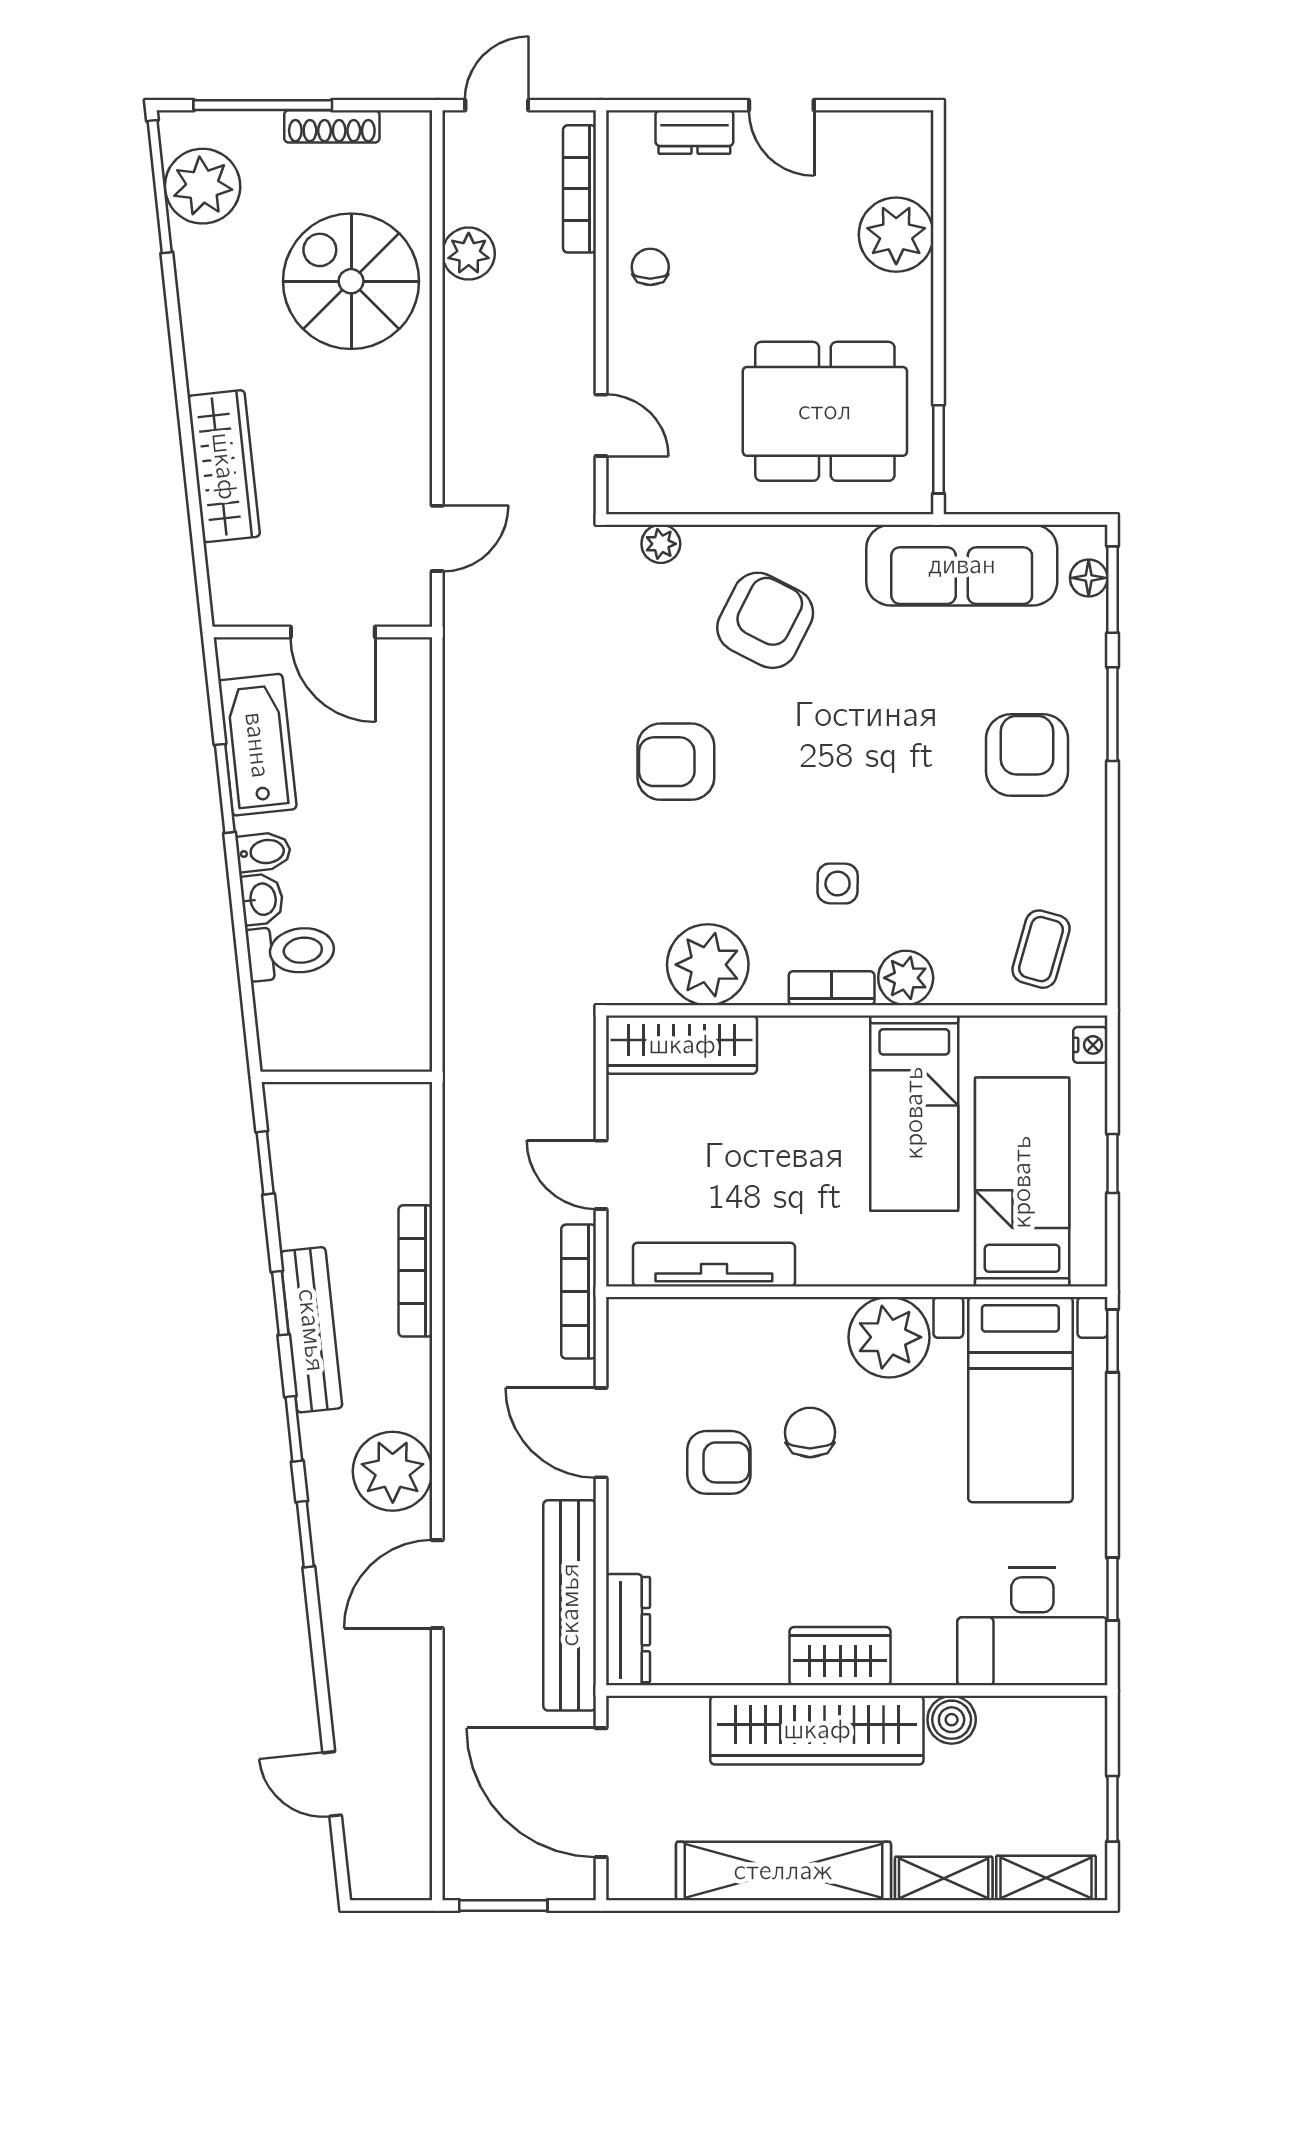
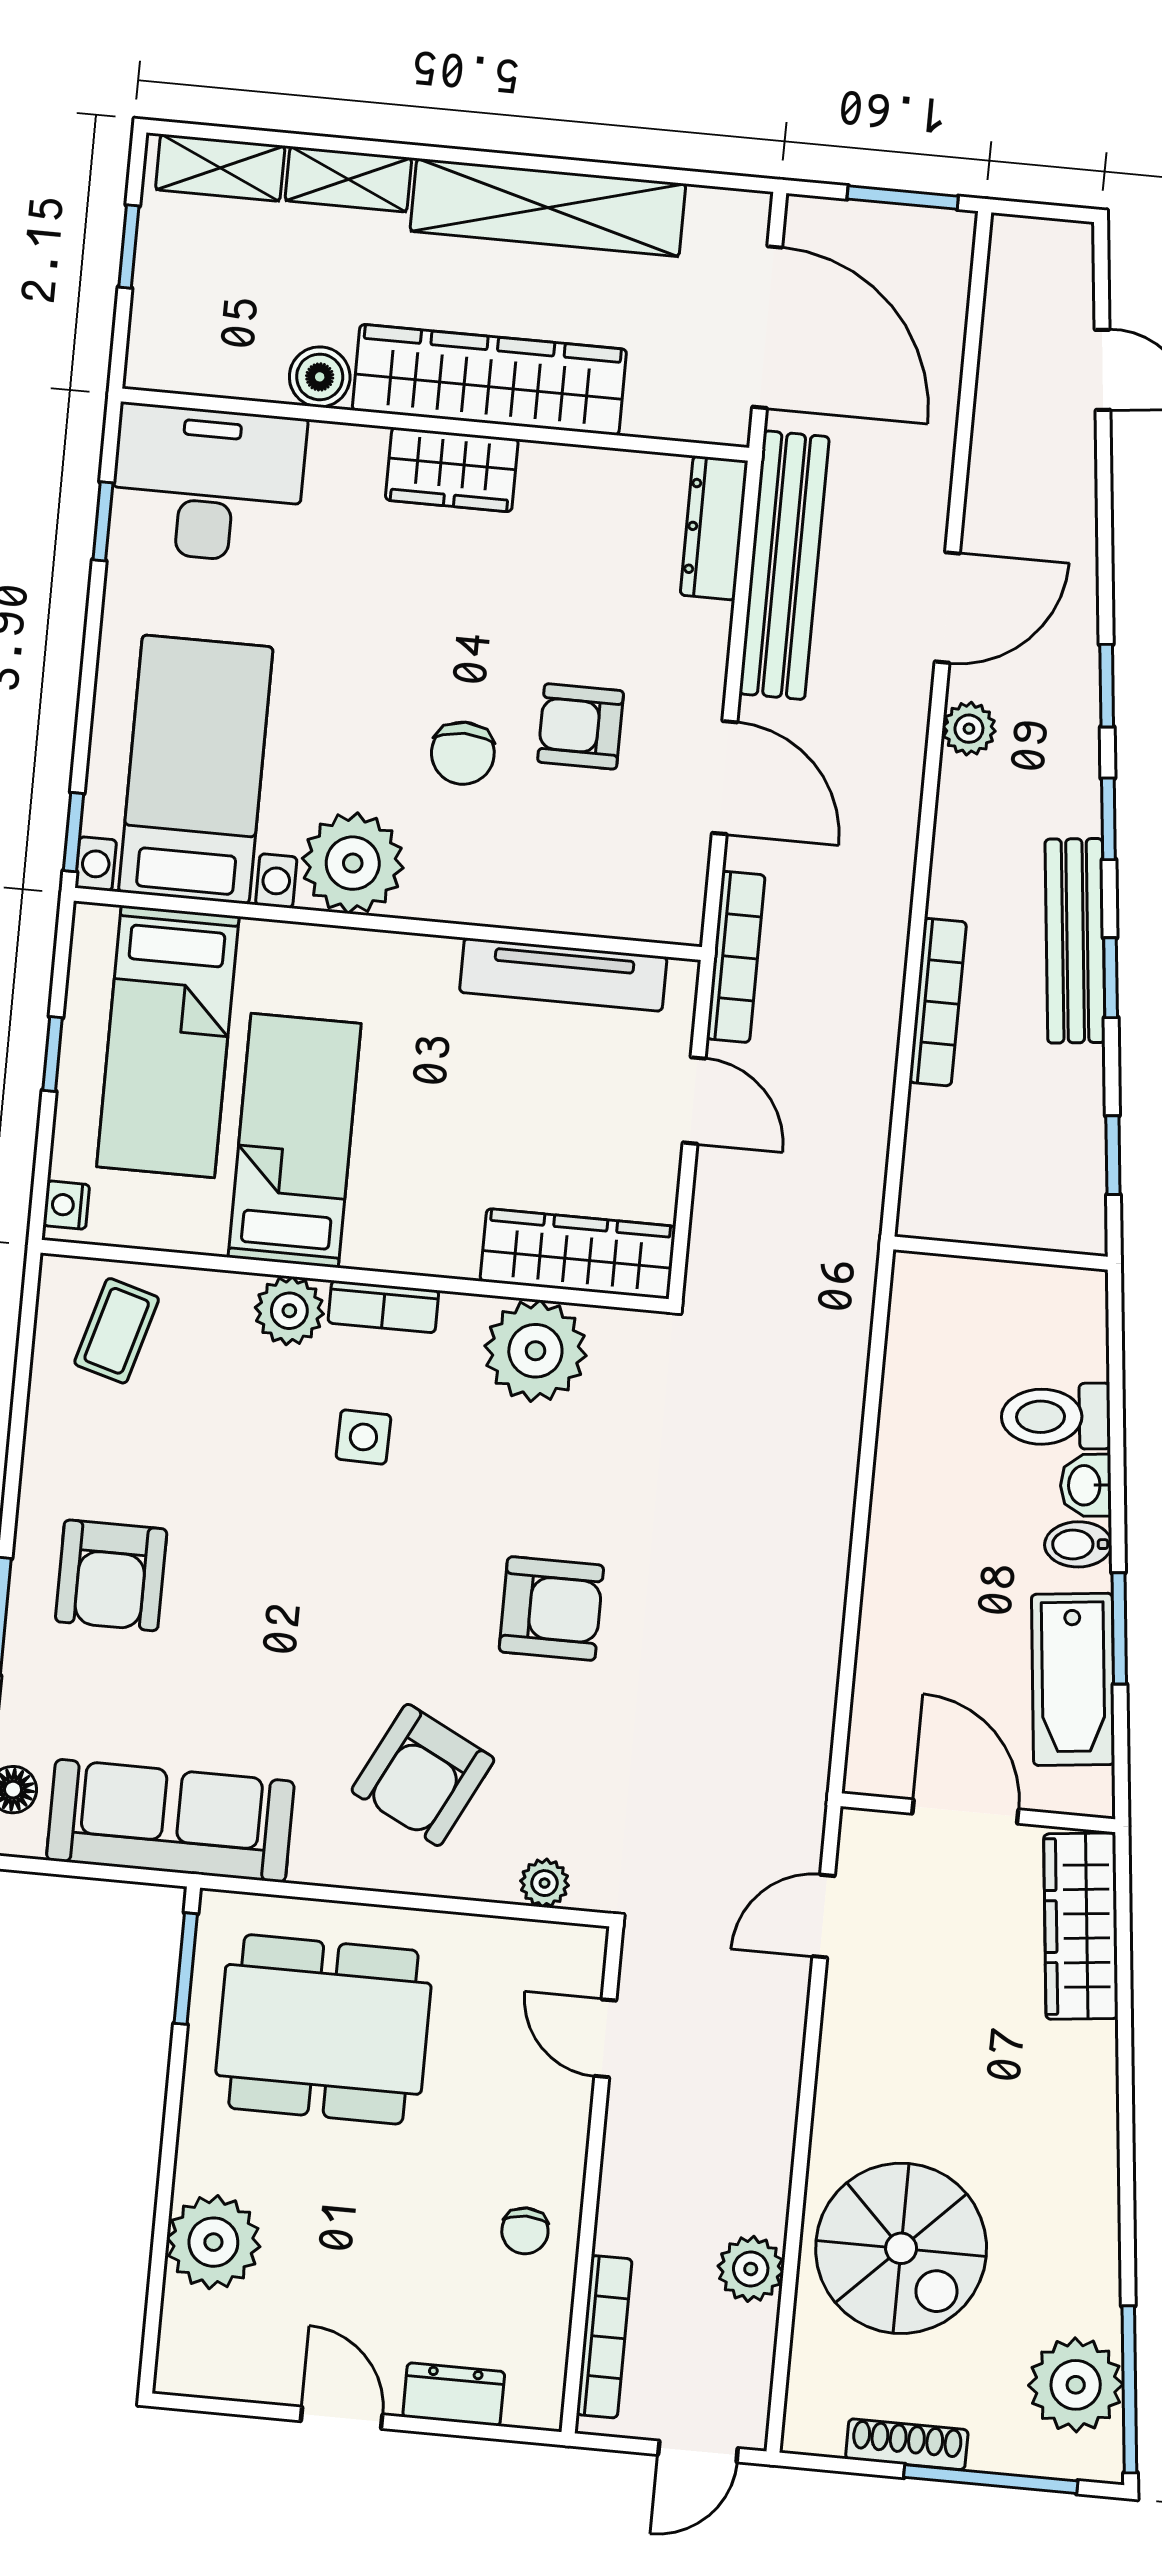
wardrobe: (224, 466) -> (1081, 1926), moved
plant: (393, 1471) -> (969, 729), width x0.53, depth x0.53

